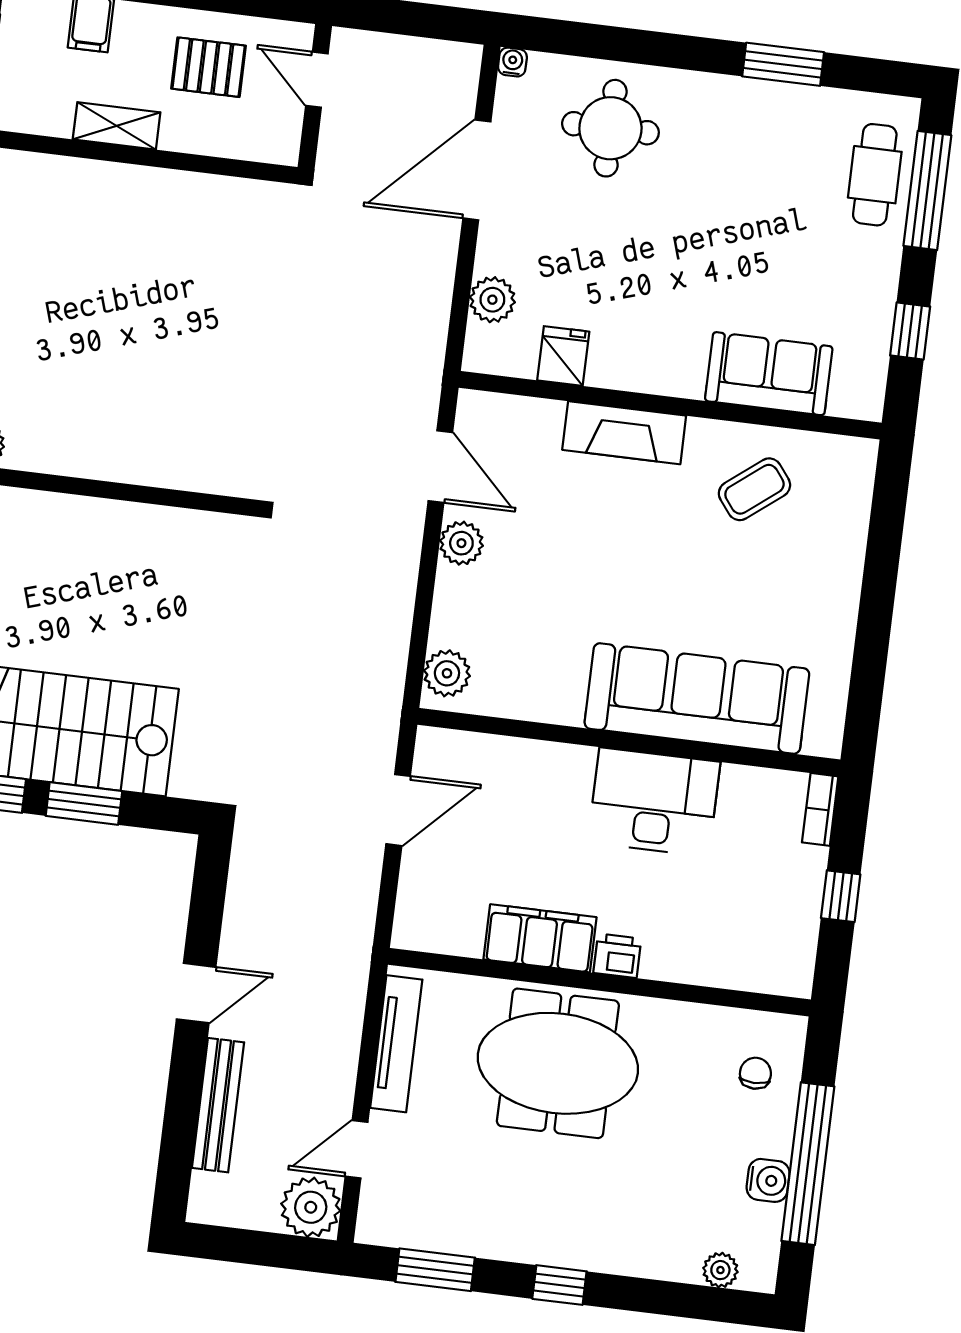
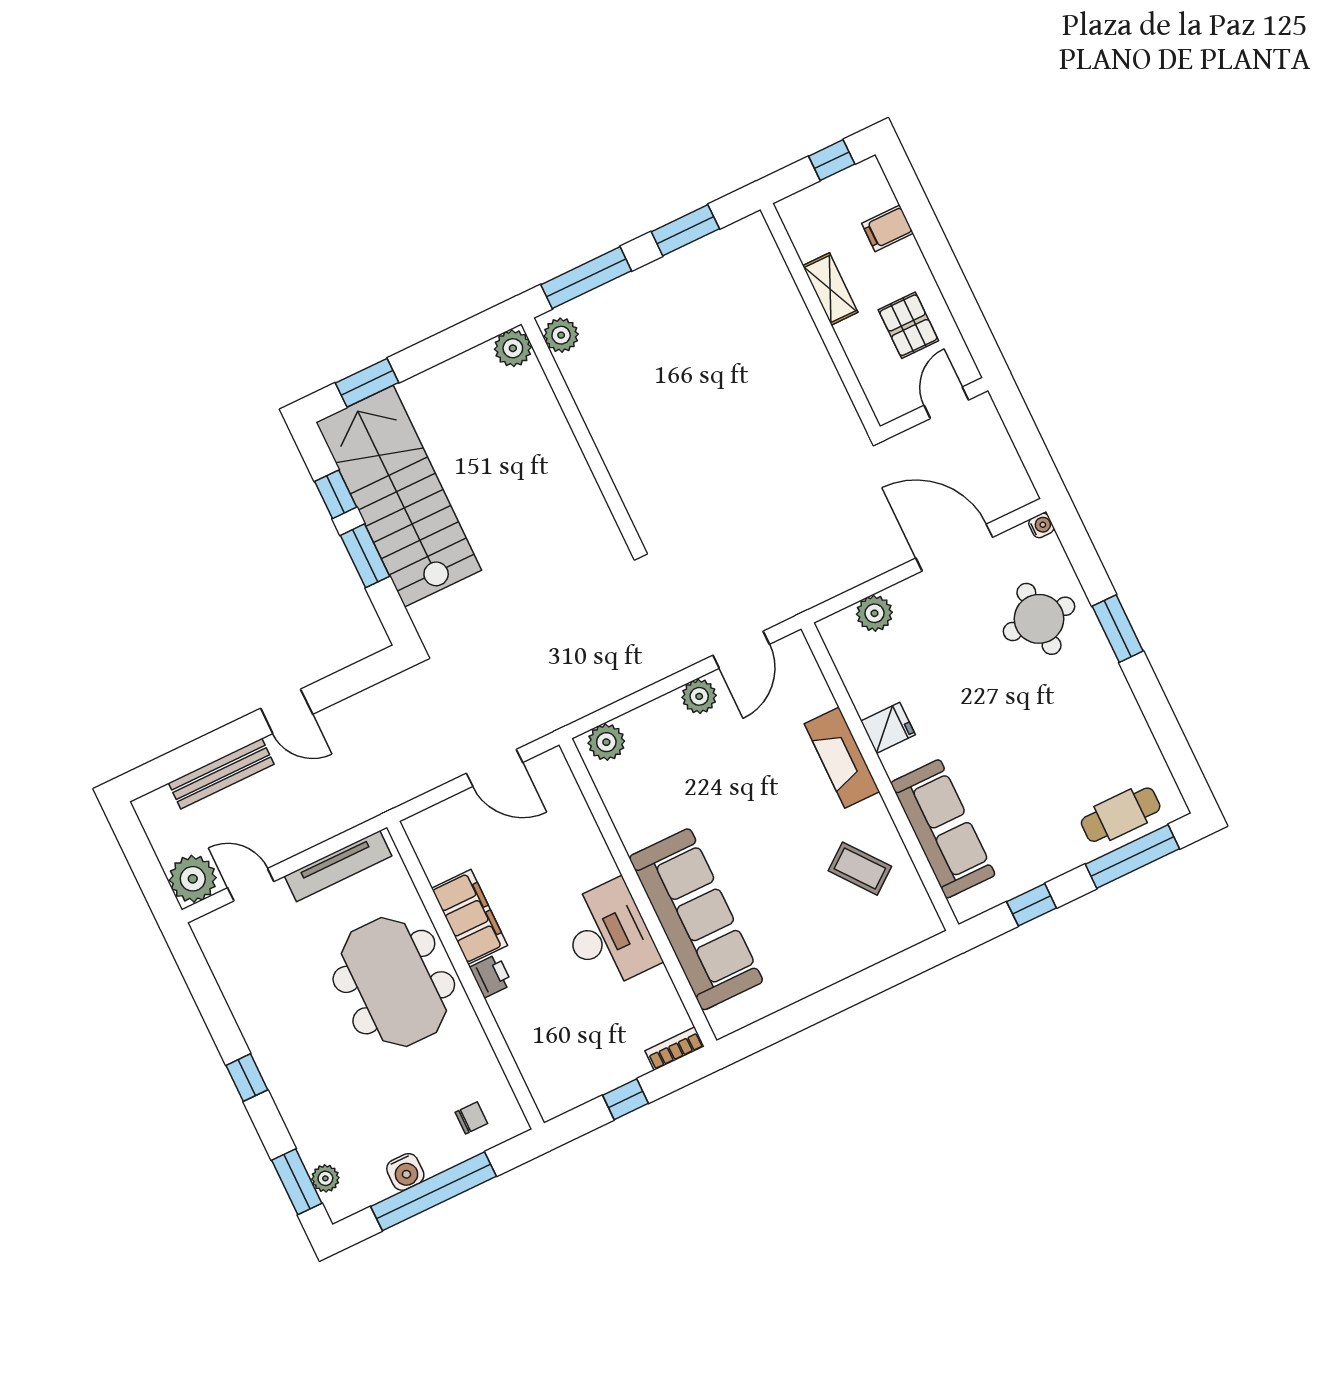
window: (783, 64) -> (1118, 629), moved
fridge: (563, 356) -> (888, 728), moved
sofa: (769, 374) -> (943, 829), width x1.36
window: (435, 1270) -> (297, 1182), moved

